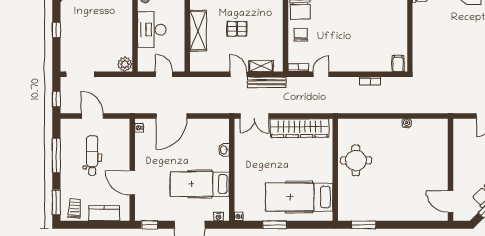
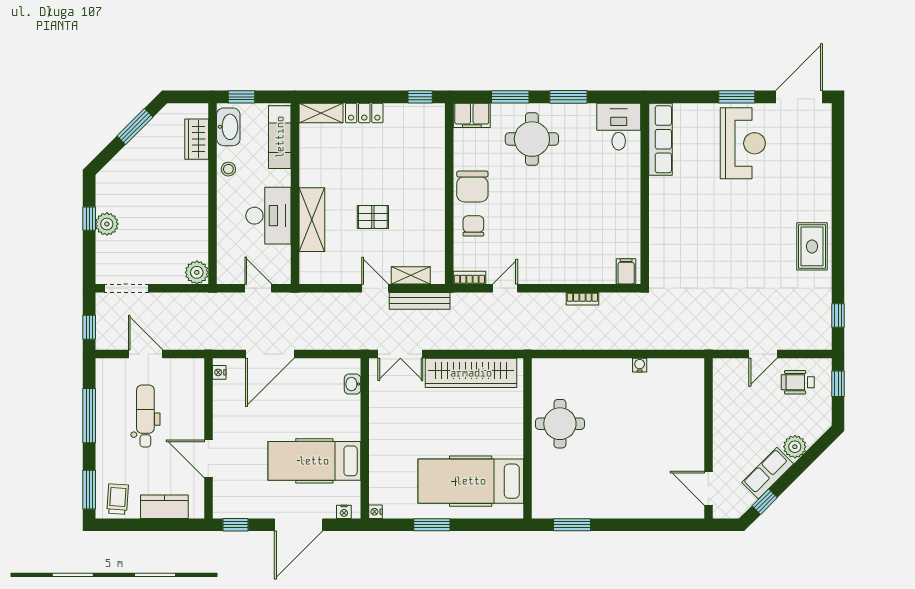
desk: (152, 30) -> (268, 216), moved, turned 180
plant: (68, 33) -> (107, 224), added
washbasin: (224, 150) -> (353, 384), moved

